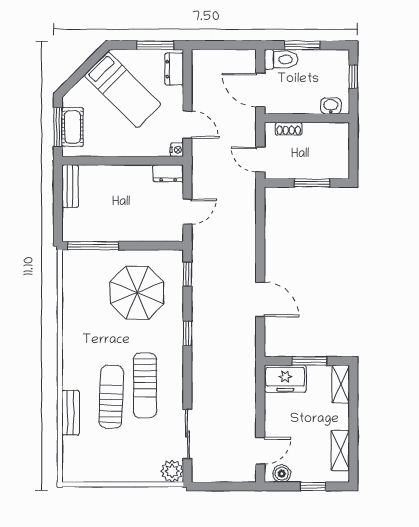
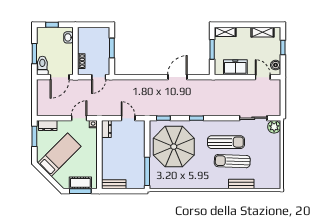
parasol: (137, 293) -> (174, 147), width x1.36, depth x1.36
freezer: (285, 379) -> (235, 67), moved, turned -90

